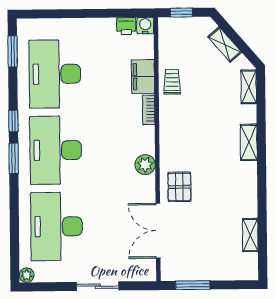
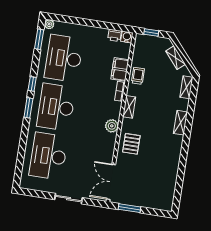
double door: (158, 231) -> (111, 182), moved
shelving: (250, 235) -> (129, 107), moved
plant: (27, 275) -> (49, 24), moved

